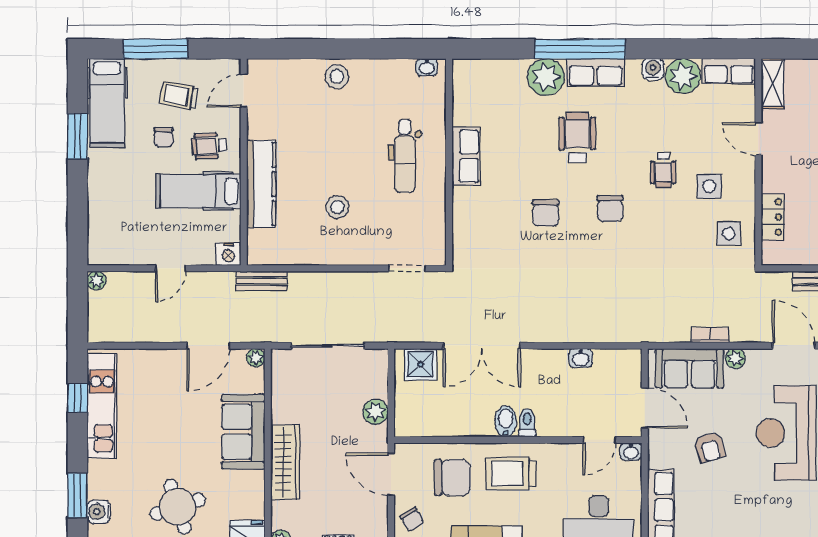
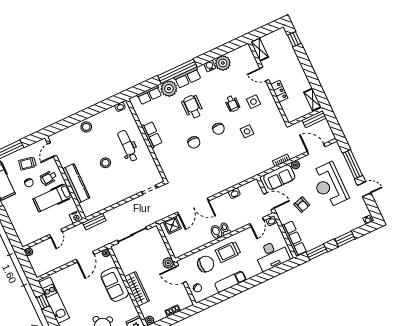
row of seats: (729, 71) -> (149, 95), moved
dental chair: (405, 156) -> (128, 146), turned 180
stool: (337, 207) -> (105, 163), moved
locker: (773, 217) -> (279, 91), moved
side table: (729, 233) -> (247, 131), moved
plant: (375, 412) -> (168, 263), moved

